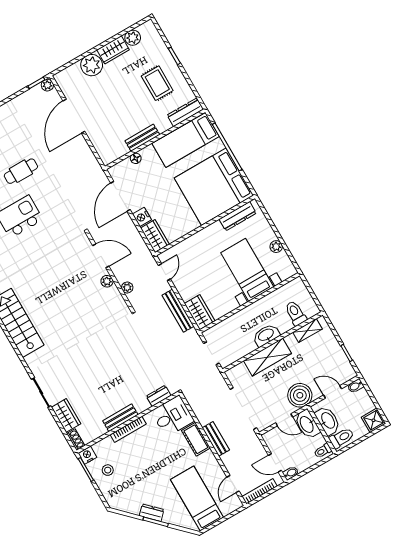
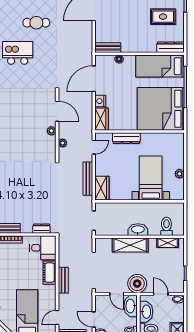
rug: (157, 83) -> (163, 17), turned 90
bench: (142, 138) -> (108, 48), moved
dresser: (238, 216) -> (126, 138), moved

